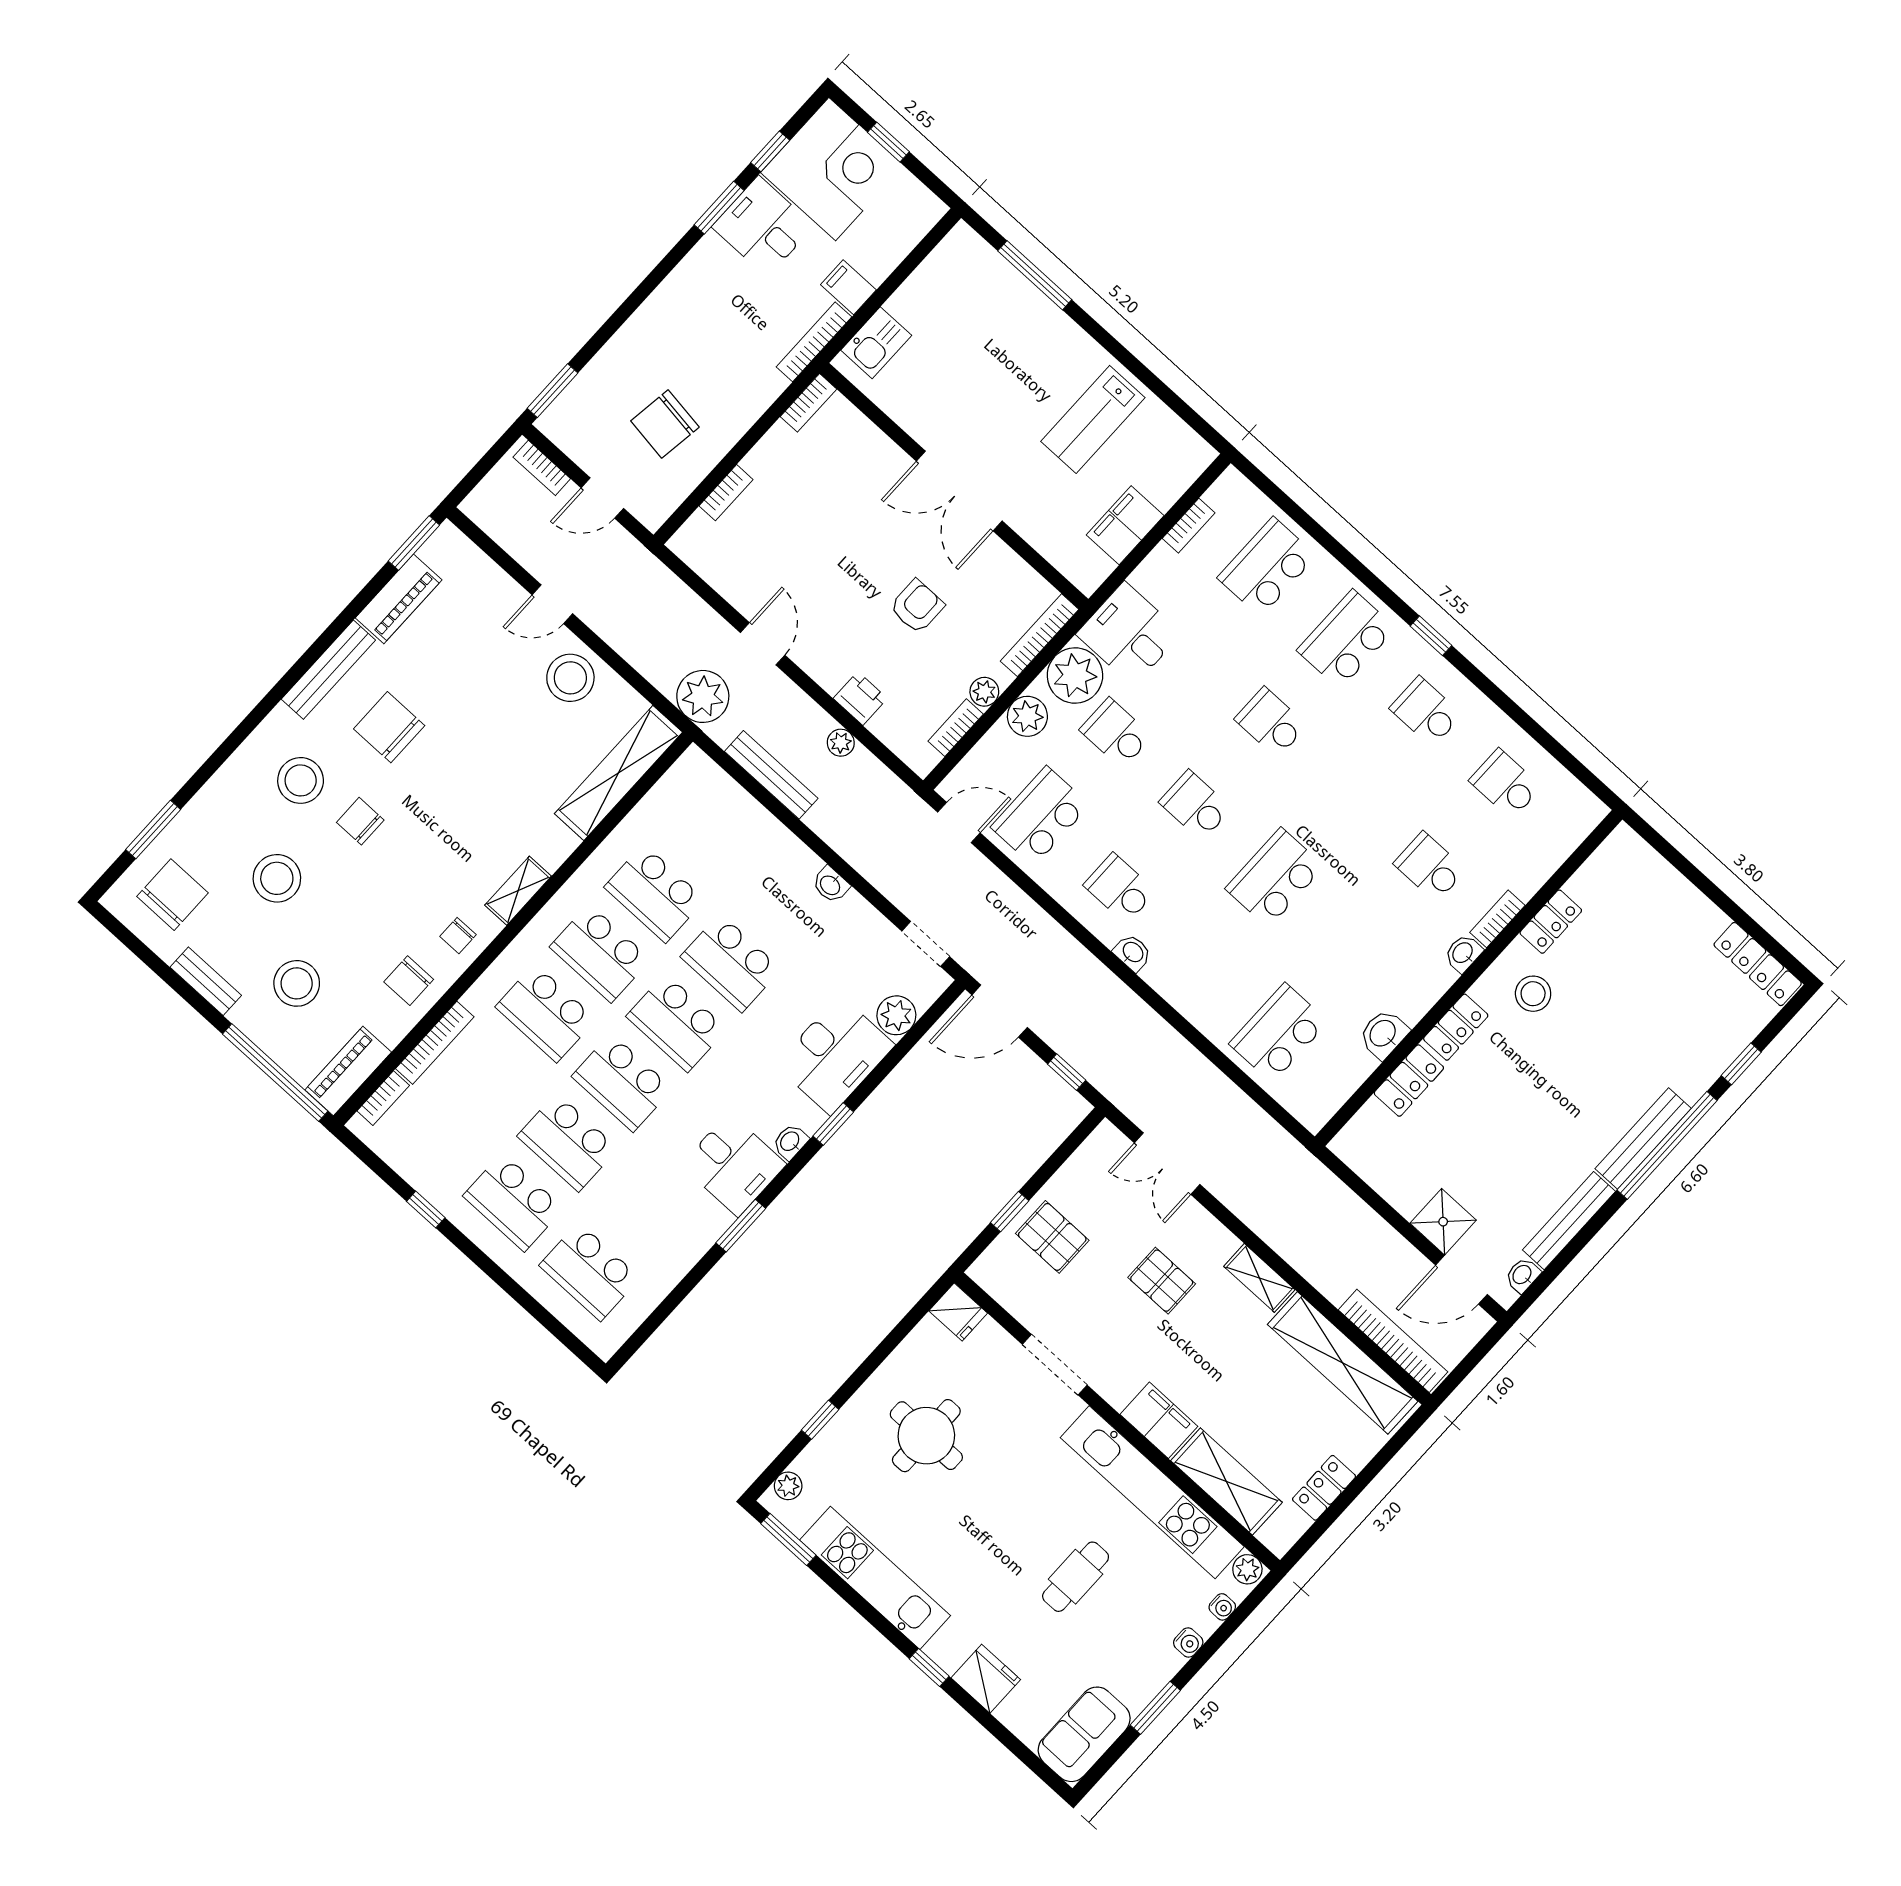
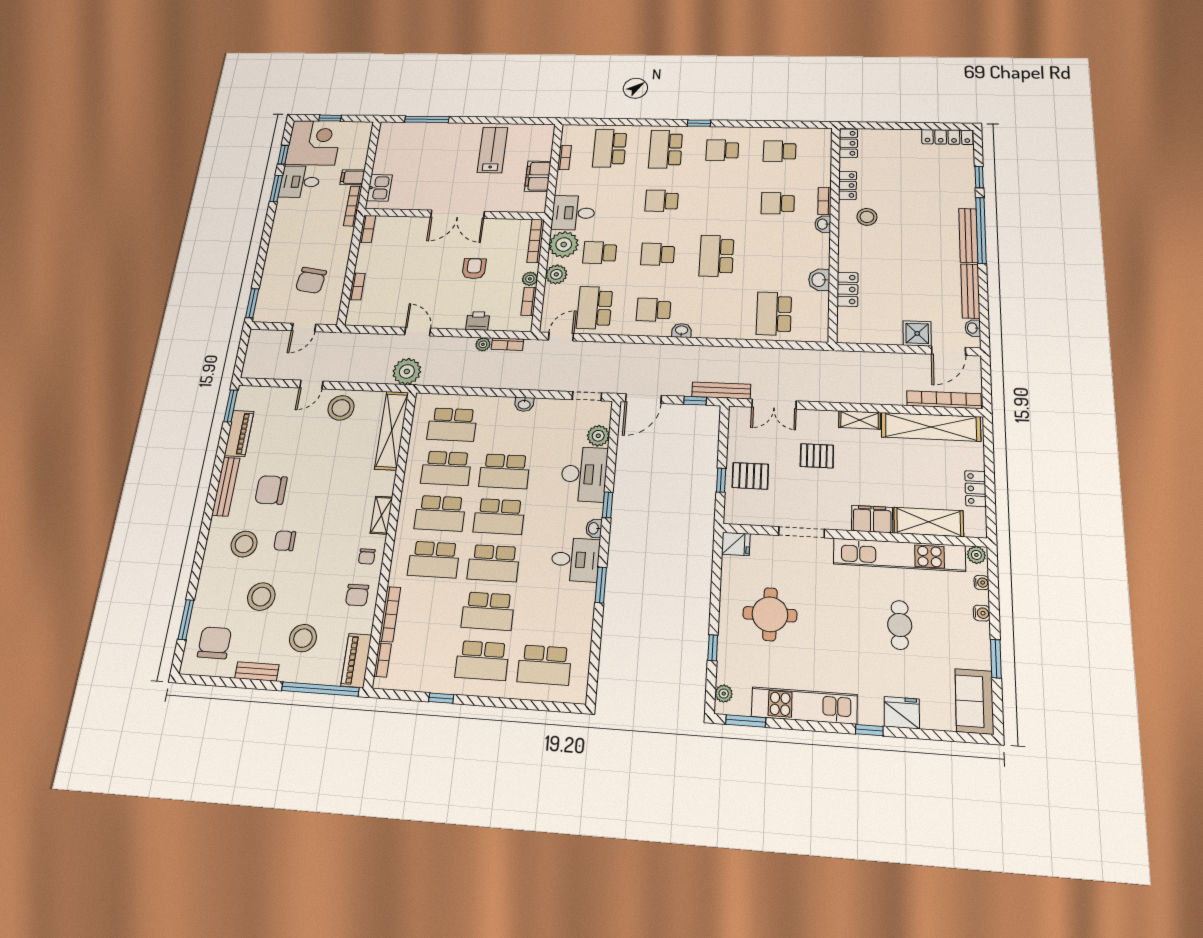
lab bench: (1093, 419) -> (492, 150), turned 180
bookcase: (542, 468) -> (507, 344), moved
bench: (771, 775) -> (721, 390), moved
school desk: (709, 834) -> (452, 425), added
locker: (1456, 1027) -> (848, 143), moved

